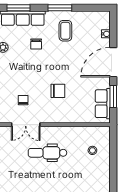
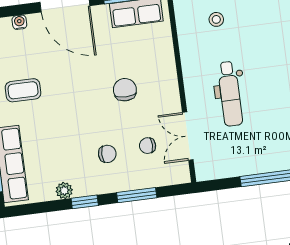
chair: (36, 44) -> (107, 154), moved
double door: (26, 125) -> (188, 136), swing flipped

